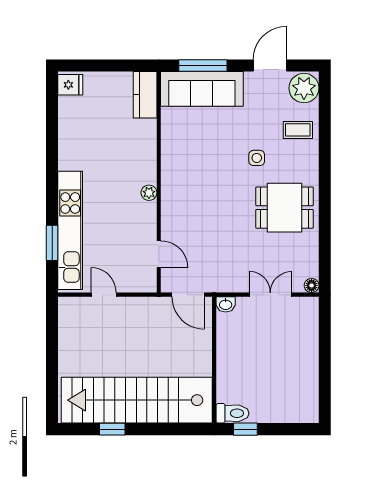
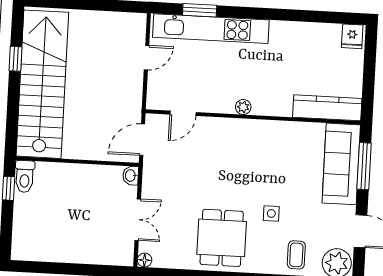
kitchen counter: (145, 95) -> (327, 108), width x1.50

